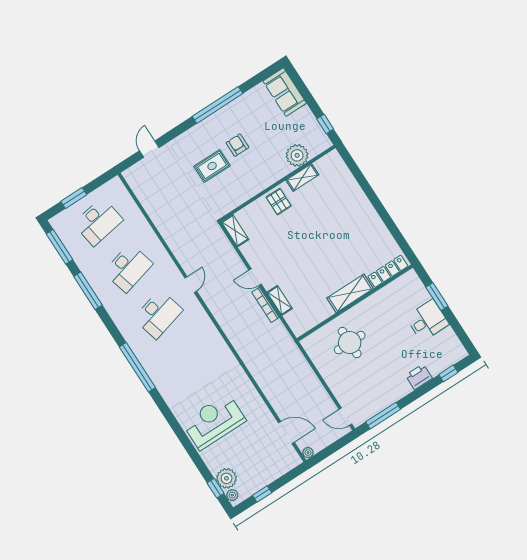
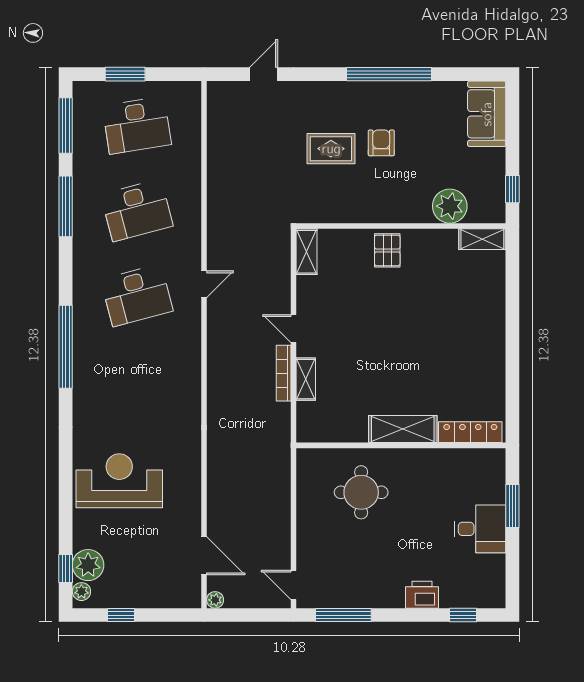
shelving: (302, 177) -> (482, 239), moved

